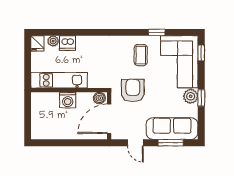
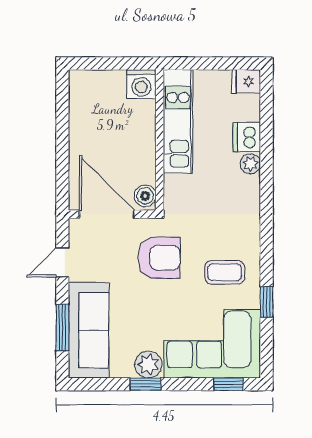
plant: (53, 41) -> (250, 164), moved
washing machine: (68, 100) -> (141, 84), moved, turned -90

